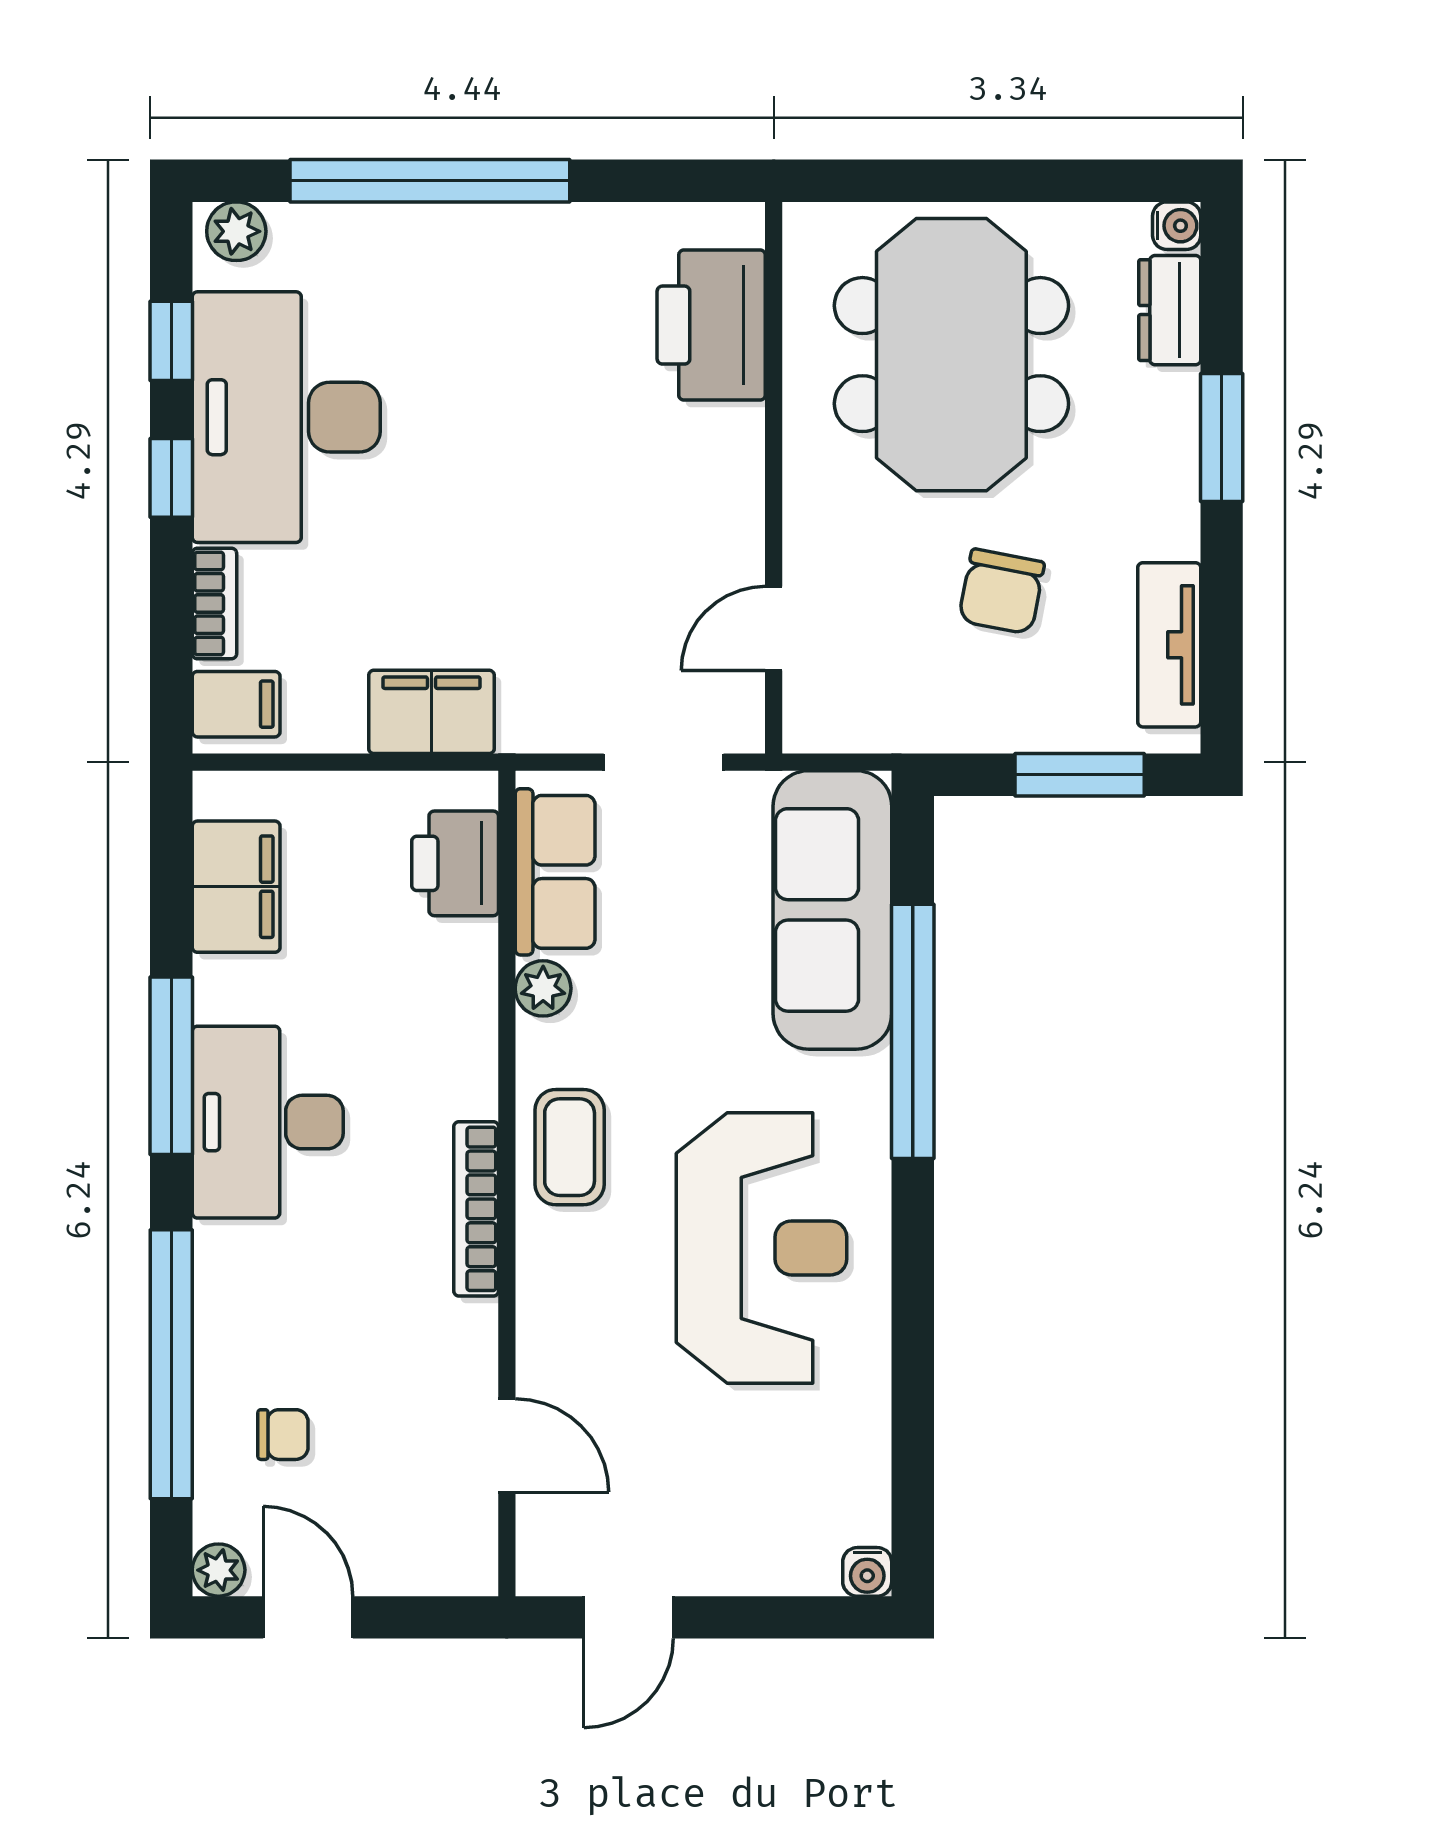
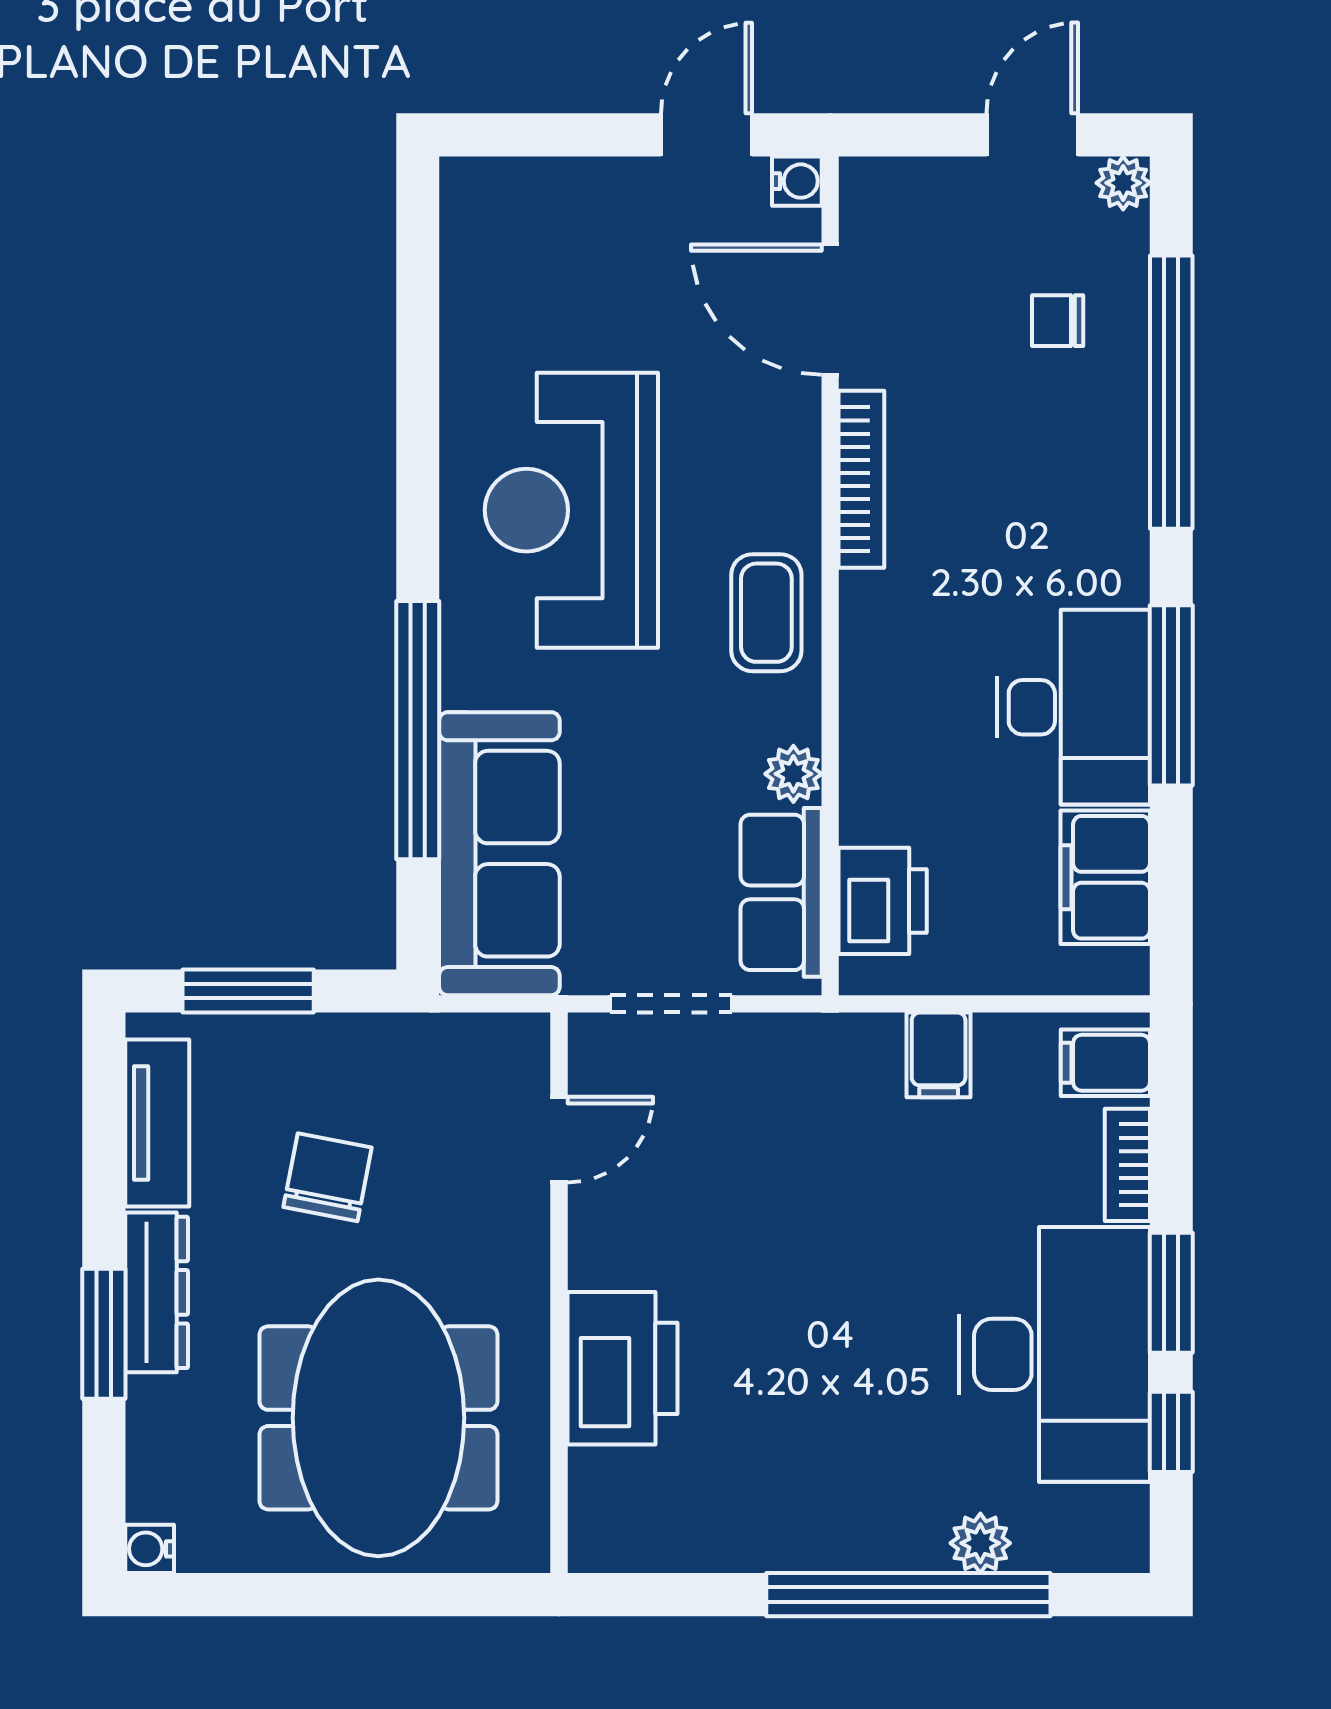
plant: (236, 231) -> (980, 1543), moved
dresser: (1170, 310) -> (157, 1292), moved, width x1.44
printer: (711, 325) -> (622, 1368), moved
window: (171, 478) -> (1171, 1293), width x1.50
filing cabinet: (431, 712) -> (939, 1055), width x0.50
desk: (268, 1122) -> (1073, 707), moved
bookcase: (476, 1209) -> (861, 479), moved
door: (507, 1445) -> (830, 310), width x1.37
water cooler: (867, 1572) -> (797, 181), moved, turned 90
door: (308, 1617) -> (1032, 135), swing flipped

